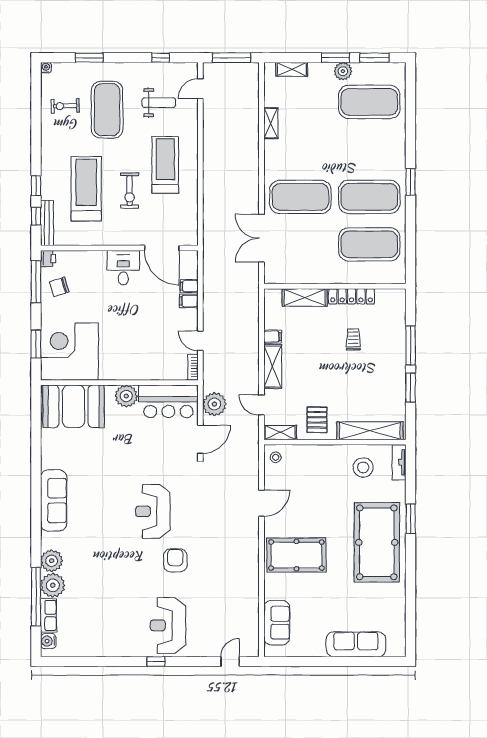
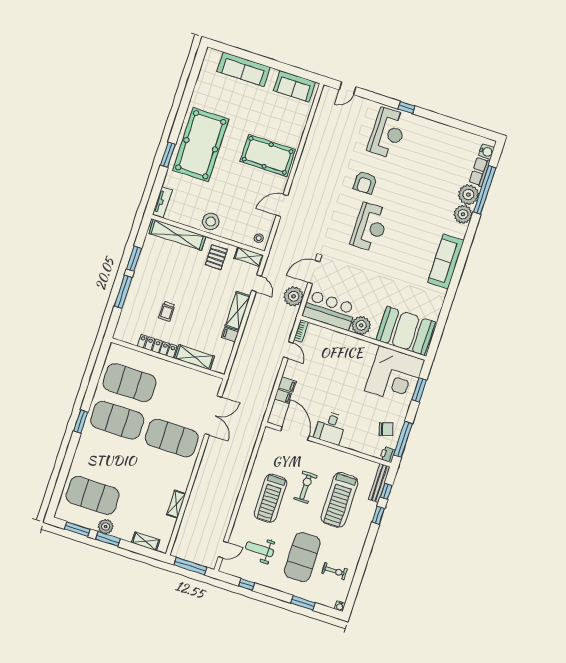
stool: (363, 467) -> (211, 222), moved
sofa: (277, 623) -> (294, 86), moved, turned -90

